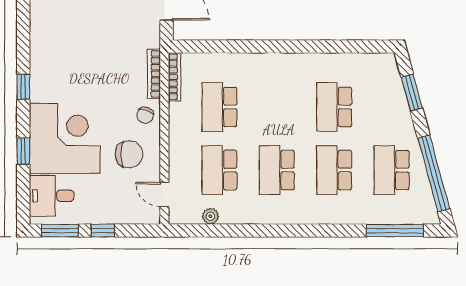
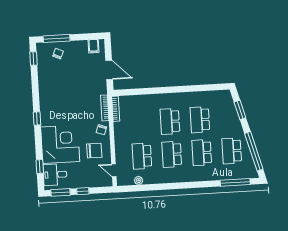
school desk: (219, 107) -> (170, 121), moved
window: (23, 151) -> (40, 167), moved

